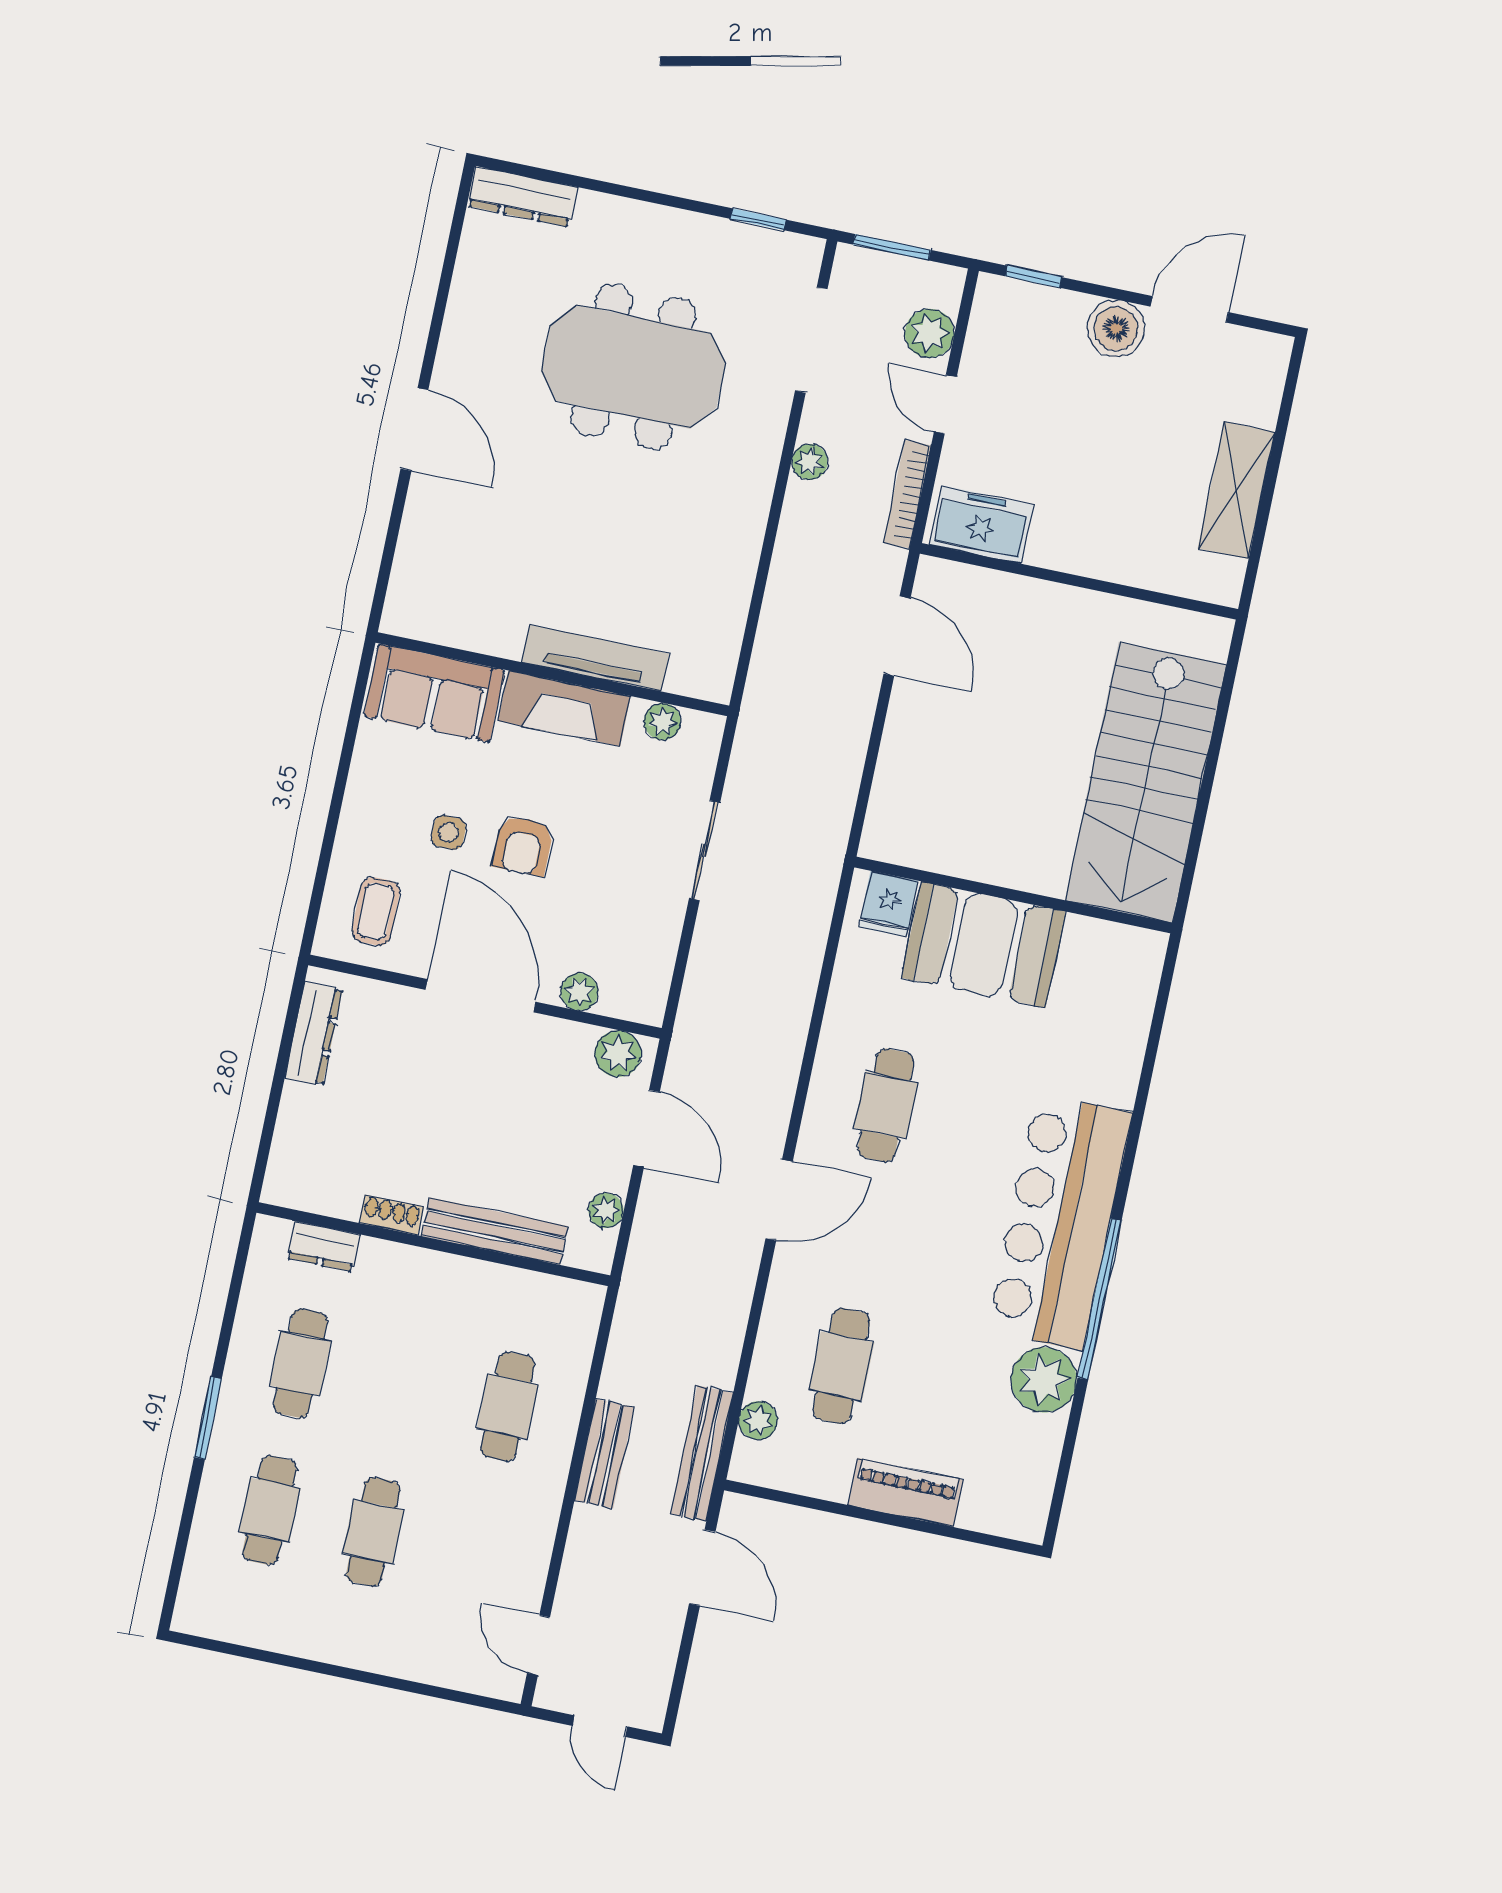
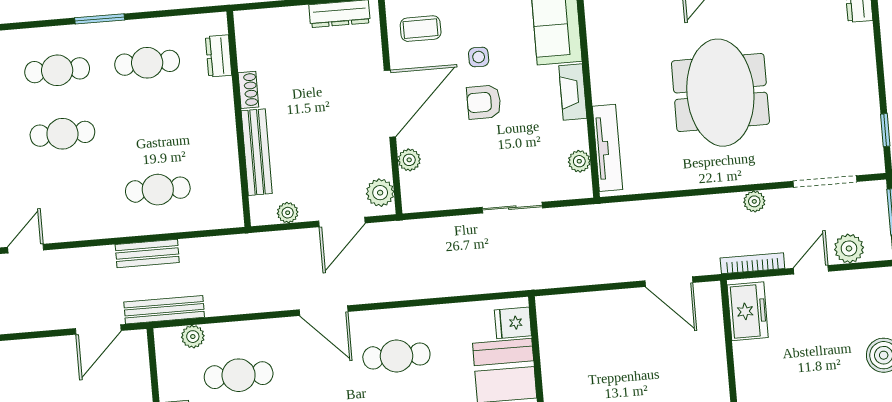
meeting table: (633, 367) -> (720, 93), moved
door: (897, 636) -> (669, 282), hinge flipped
tv unit: (595, 658) -> (607, 148), moved
fireplace: (564, 708) -> (573, 92), width x0.73, depth x0.76

